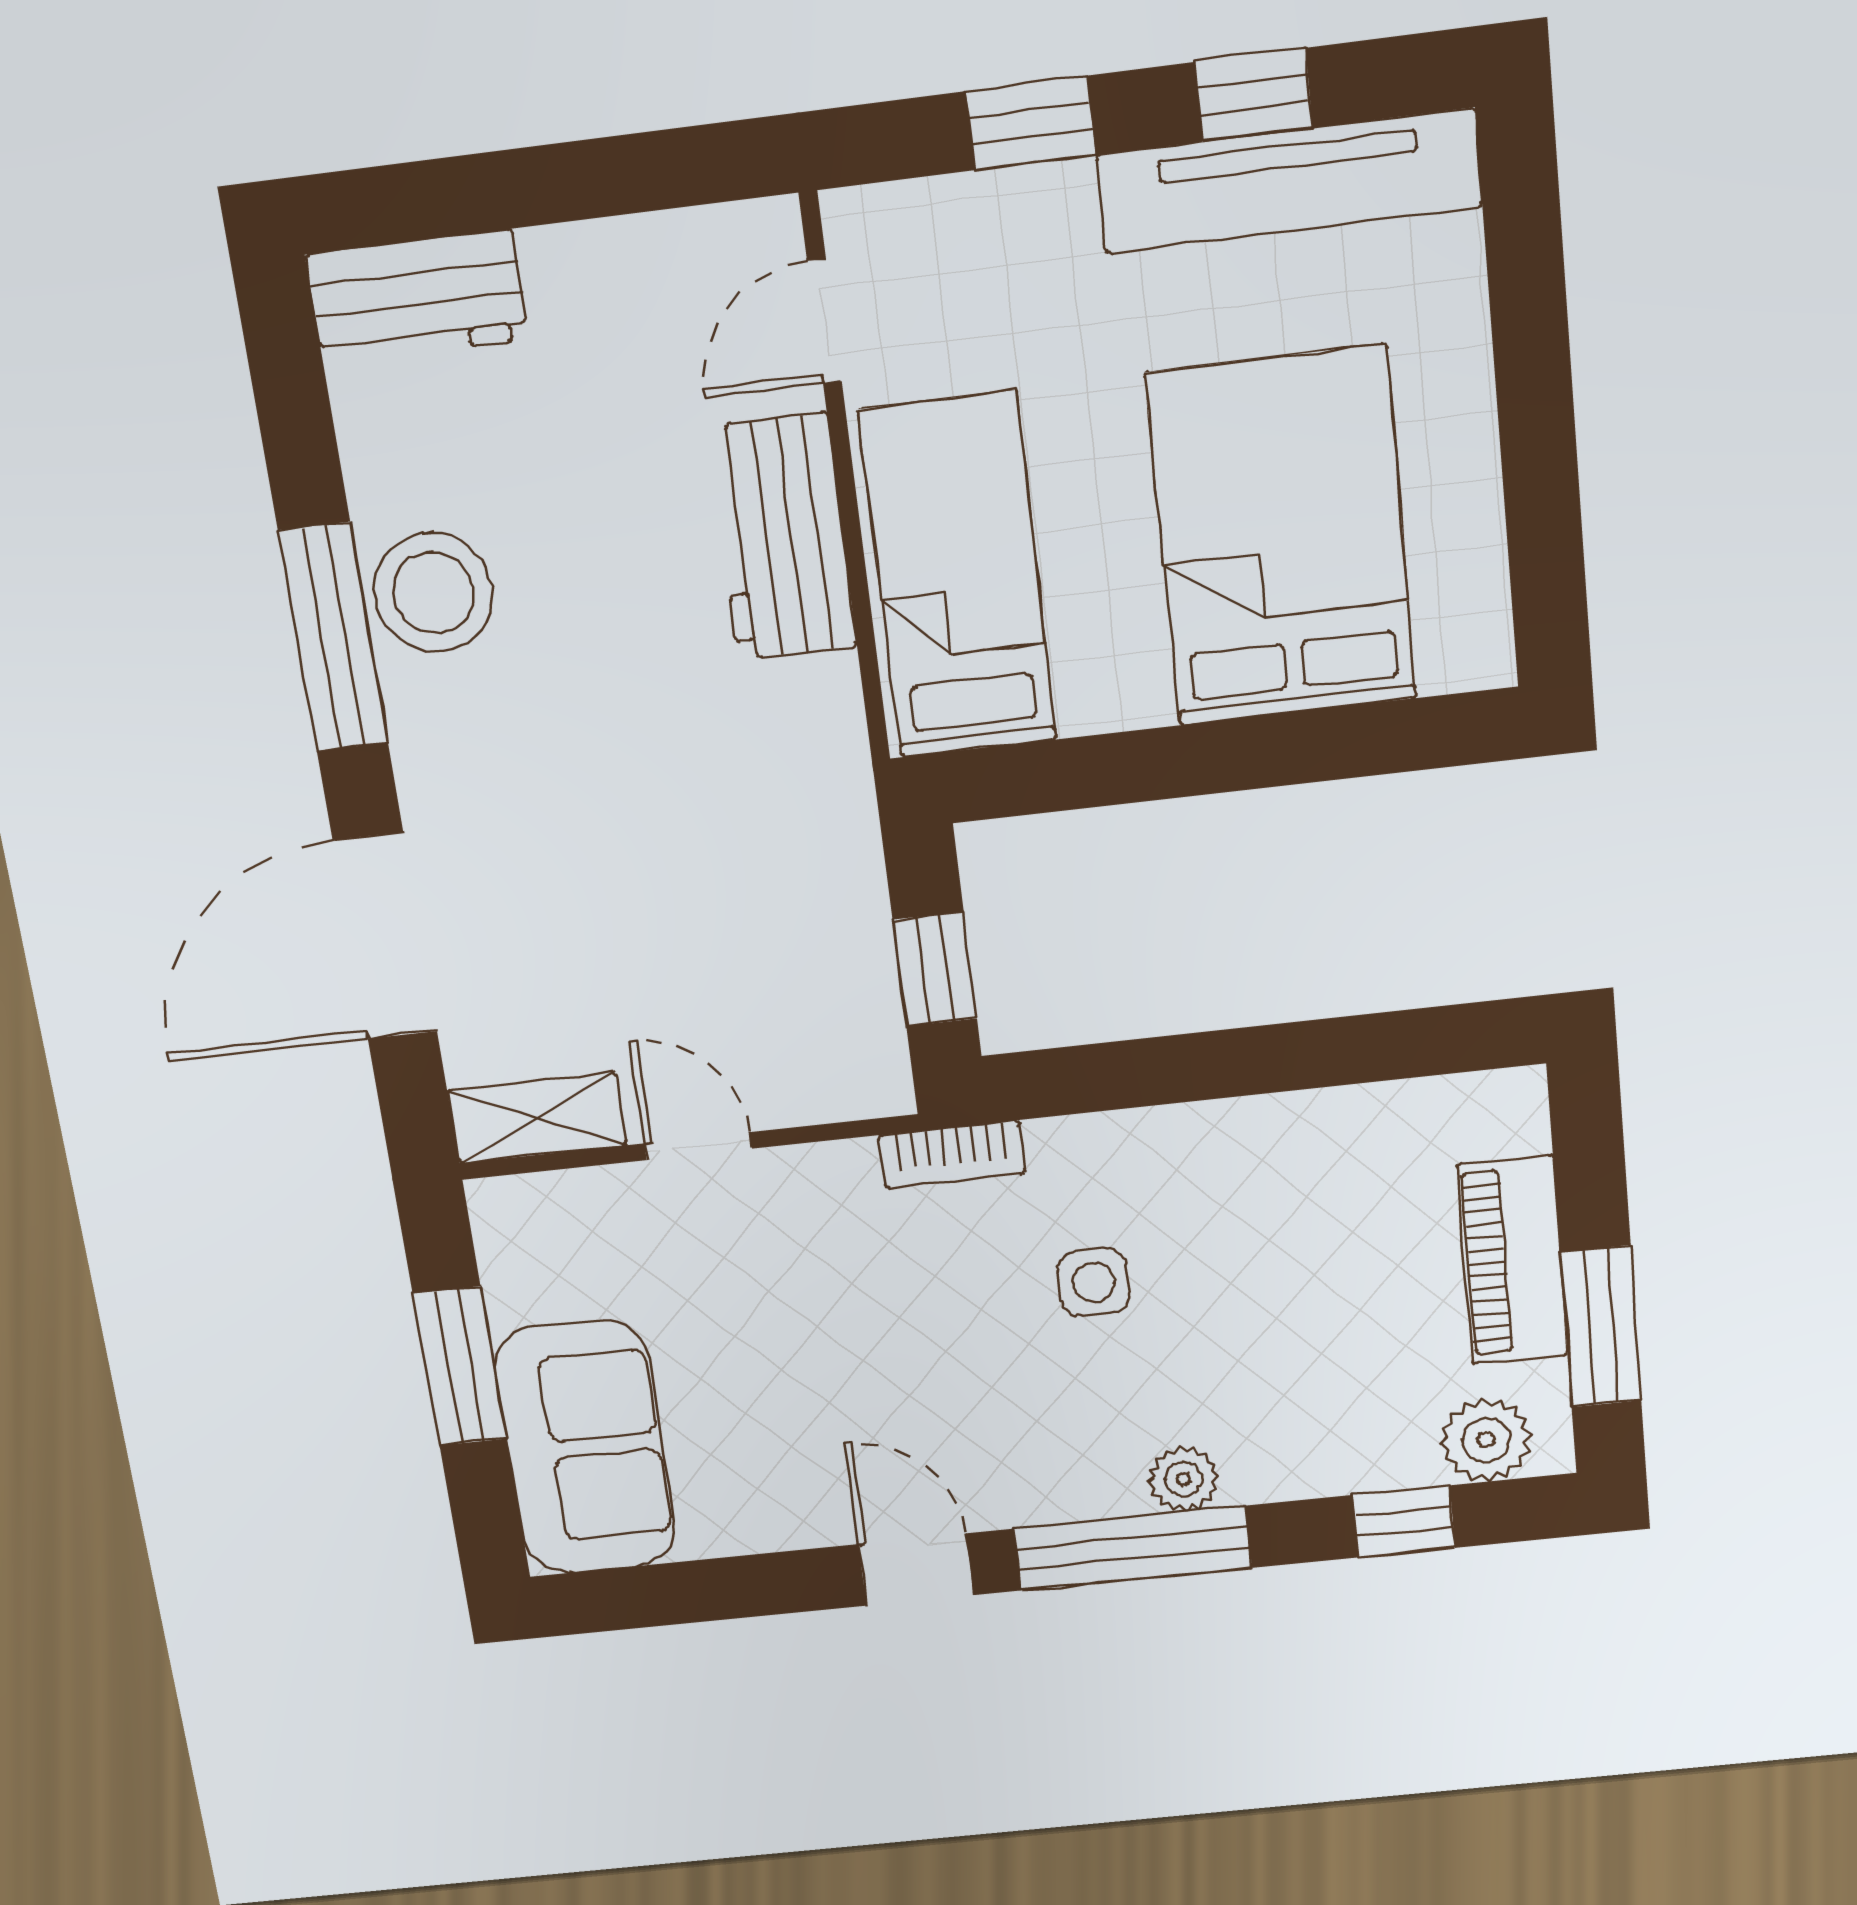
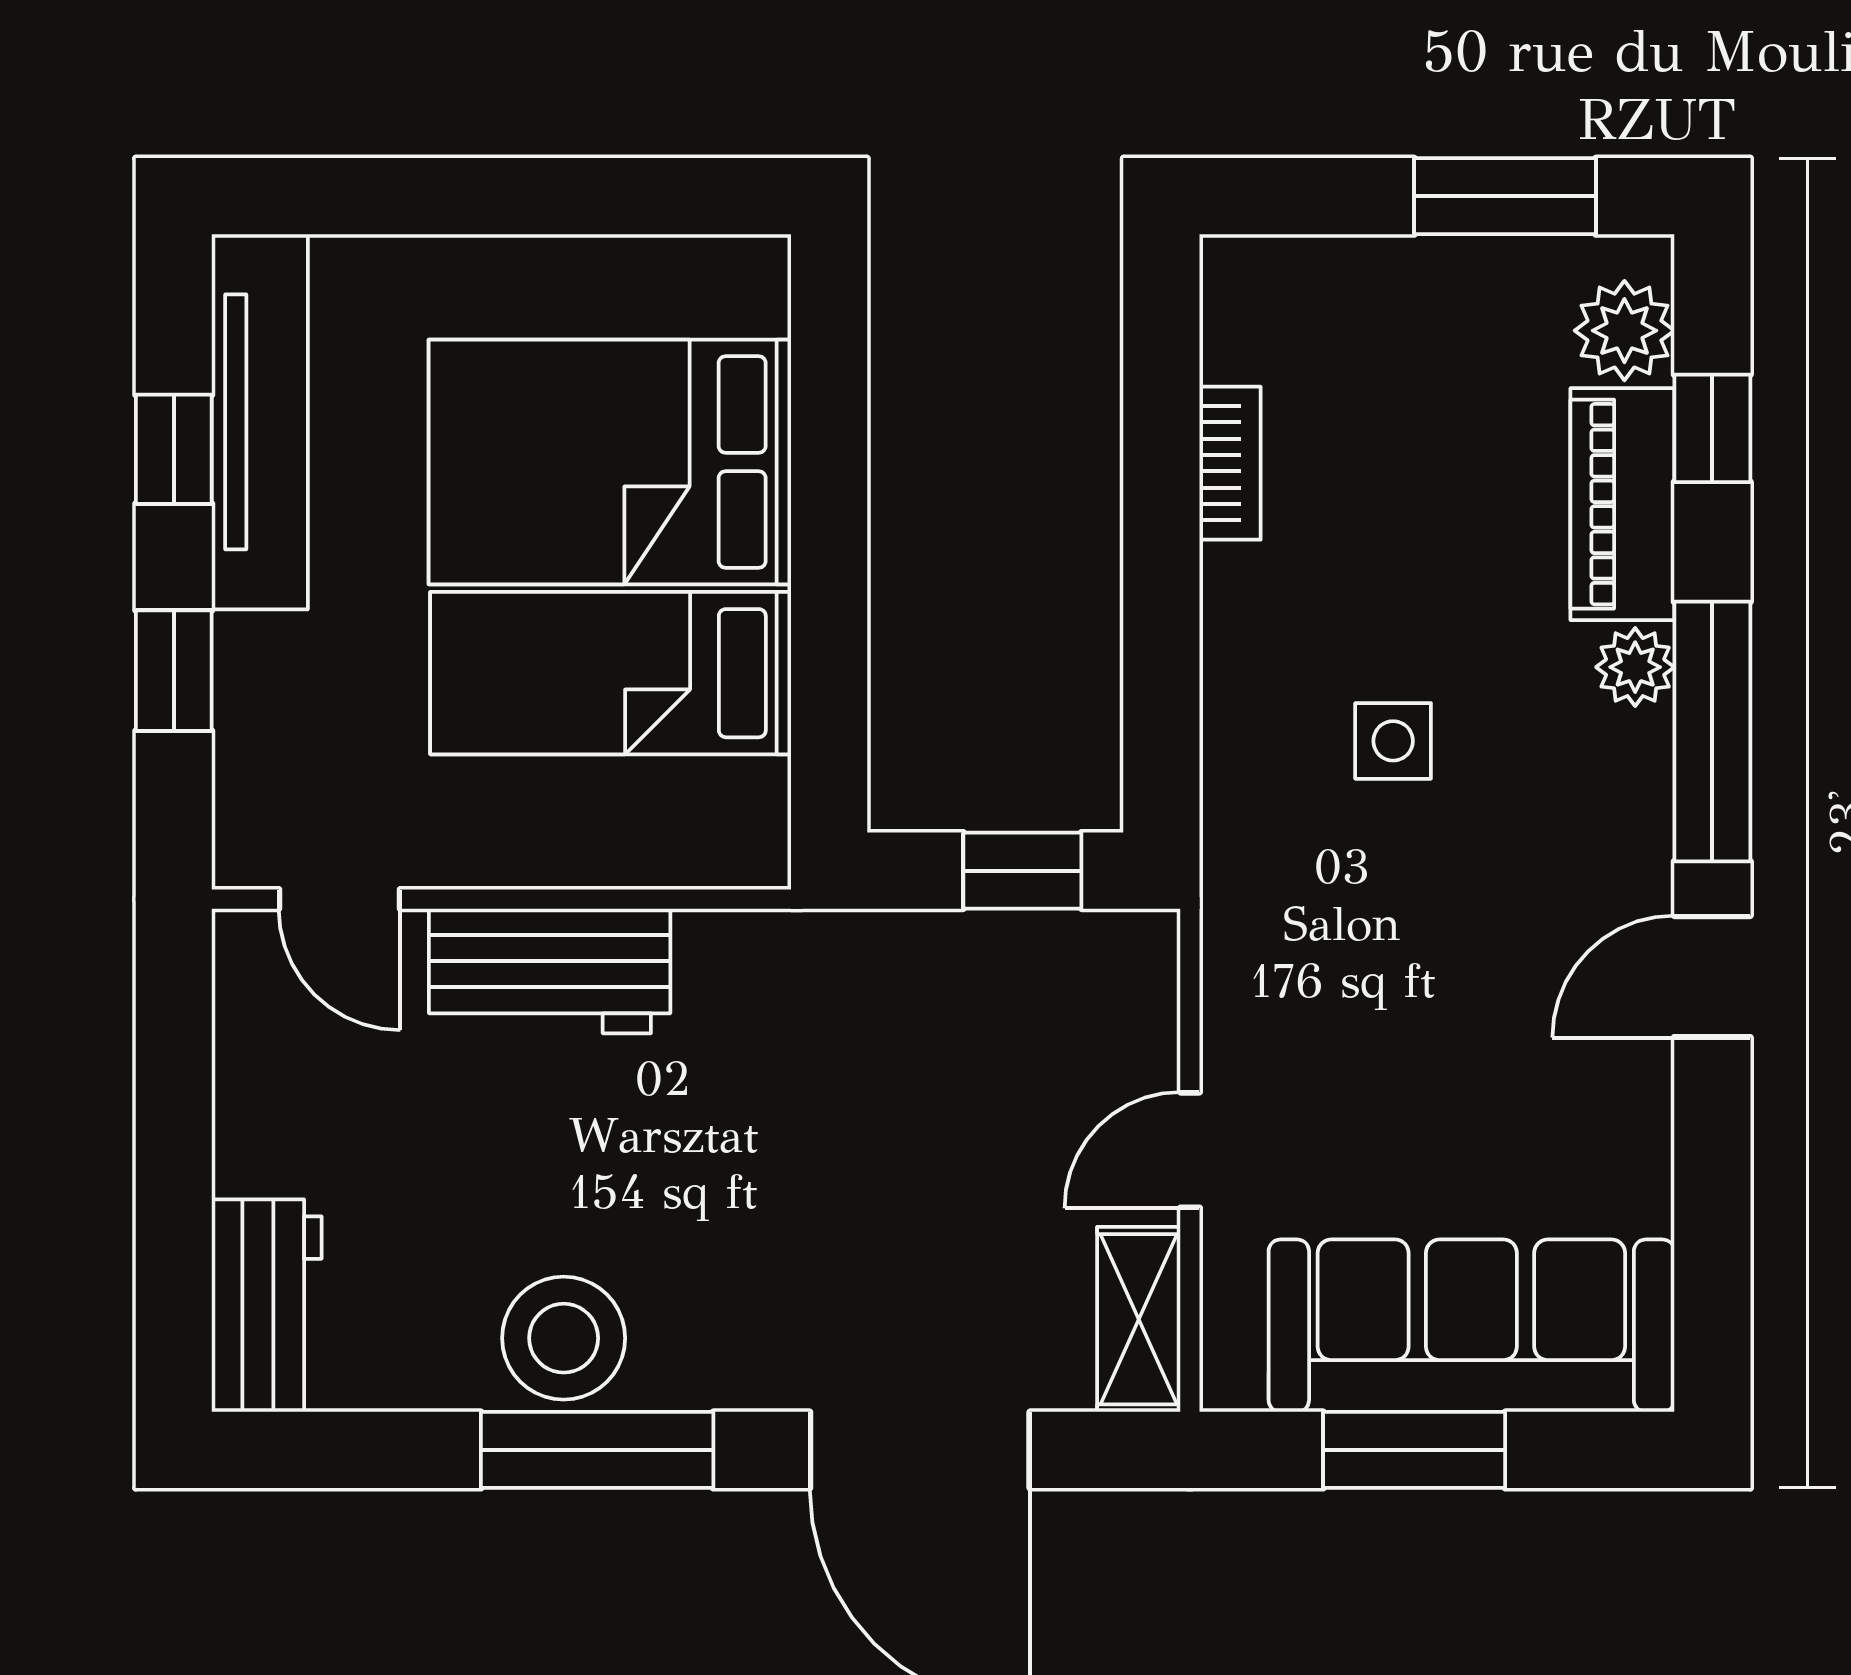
bed: (958, 577) -> (611, 673), moved
bookcase: (952, 1154) -> (1230, 463), moved
piano: (1512, 1260) -> (1622, 504), moved, turned 90
sofa: (585, 1447) -> (1471, 1326), width x1.36

